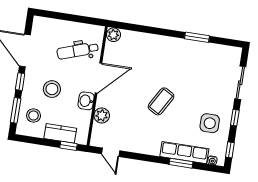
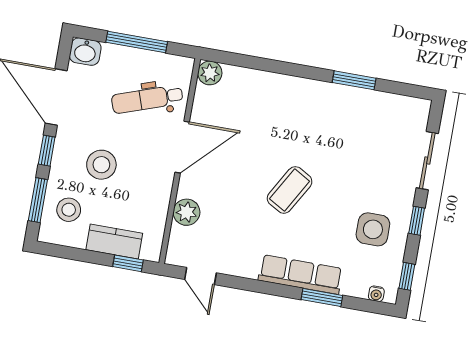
window: (71, 18) -> (137, 42), added
washbasin: (86, 101) -> (85, 52), moved, turned -90
row of seats: (184, 153) -> (300, 274), moved

